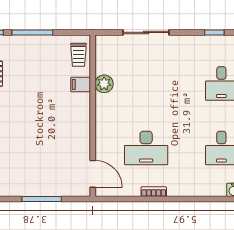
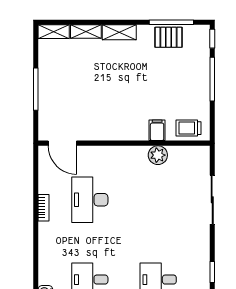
door: (93, 174) -> (62, 143), hinge flipped

